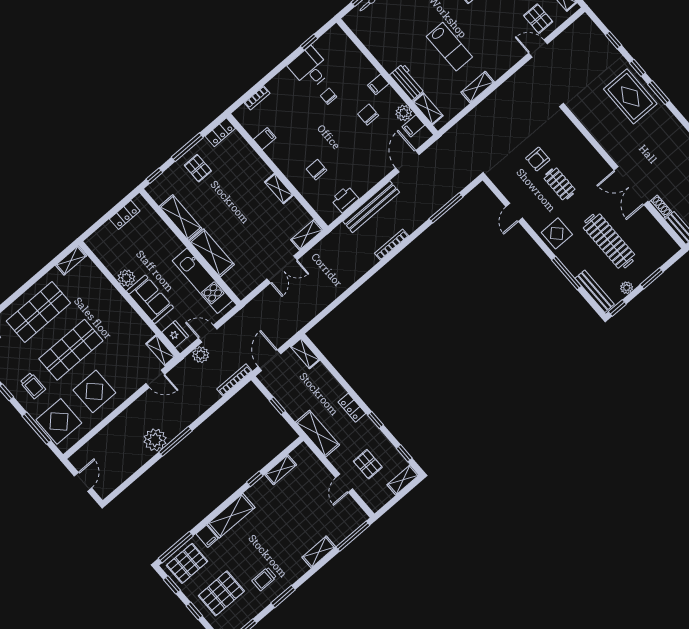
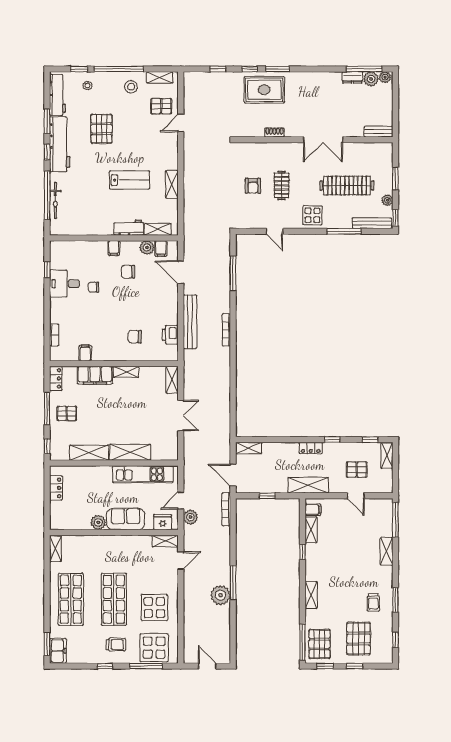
filing cabinet: (253, 164) -> (95, 375), added
clothes rail: (560, 184) -> (282, 186), turned 90
shoe rack: (660, 207) -> (274, 132), moved
shelving: (231, 516) -> (311, 595), width x0.67, depth x0.75
filing cabinet: (207, 536) -> (313, 510), moved

